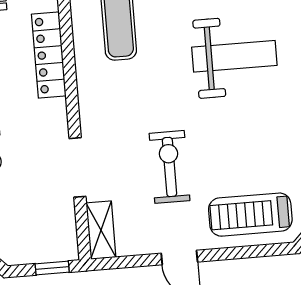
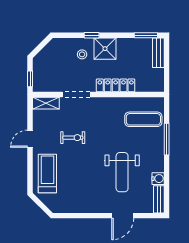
locker: (49, 55) -> (116, 85), moved
exercise bike: (170, 167) -> (73, 138), width x0.73, depth x0.72

